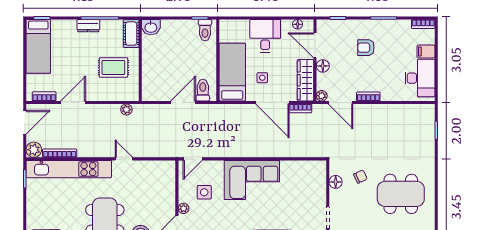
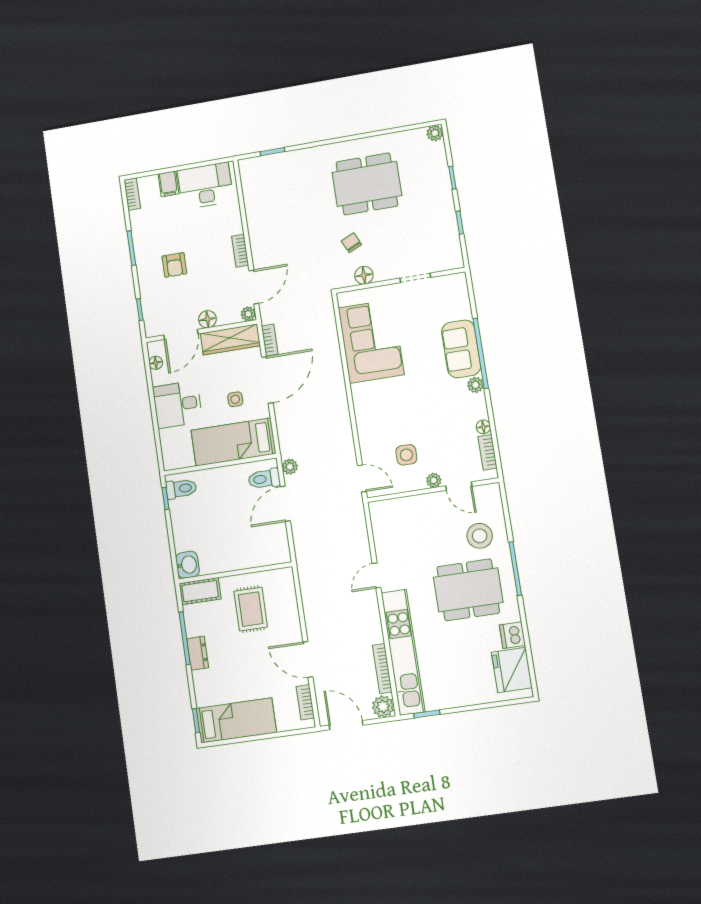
door: (183, 102) -> (285, 504), hinge flipped
plant: (126, 110) -> (290, 467), moved
corner sofa: (252, 180) -> (371, 341), moved
dining table: (401, 194) -> (367, 184), turned 90

